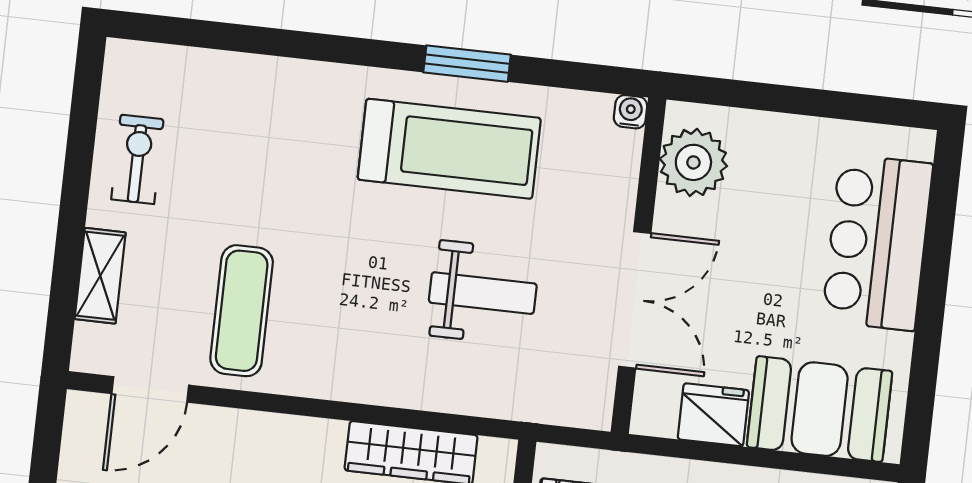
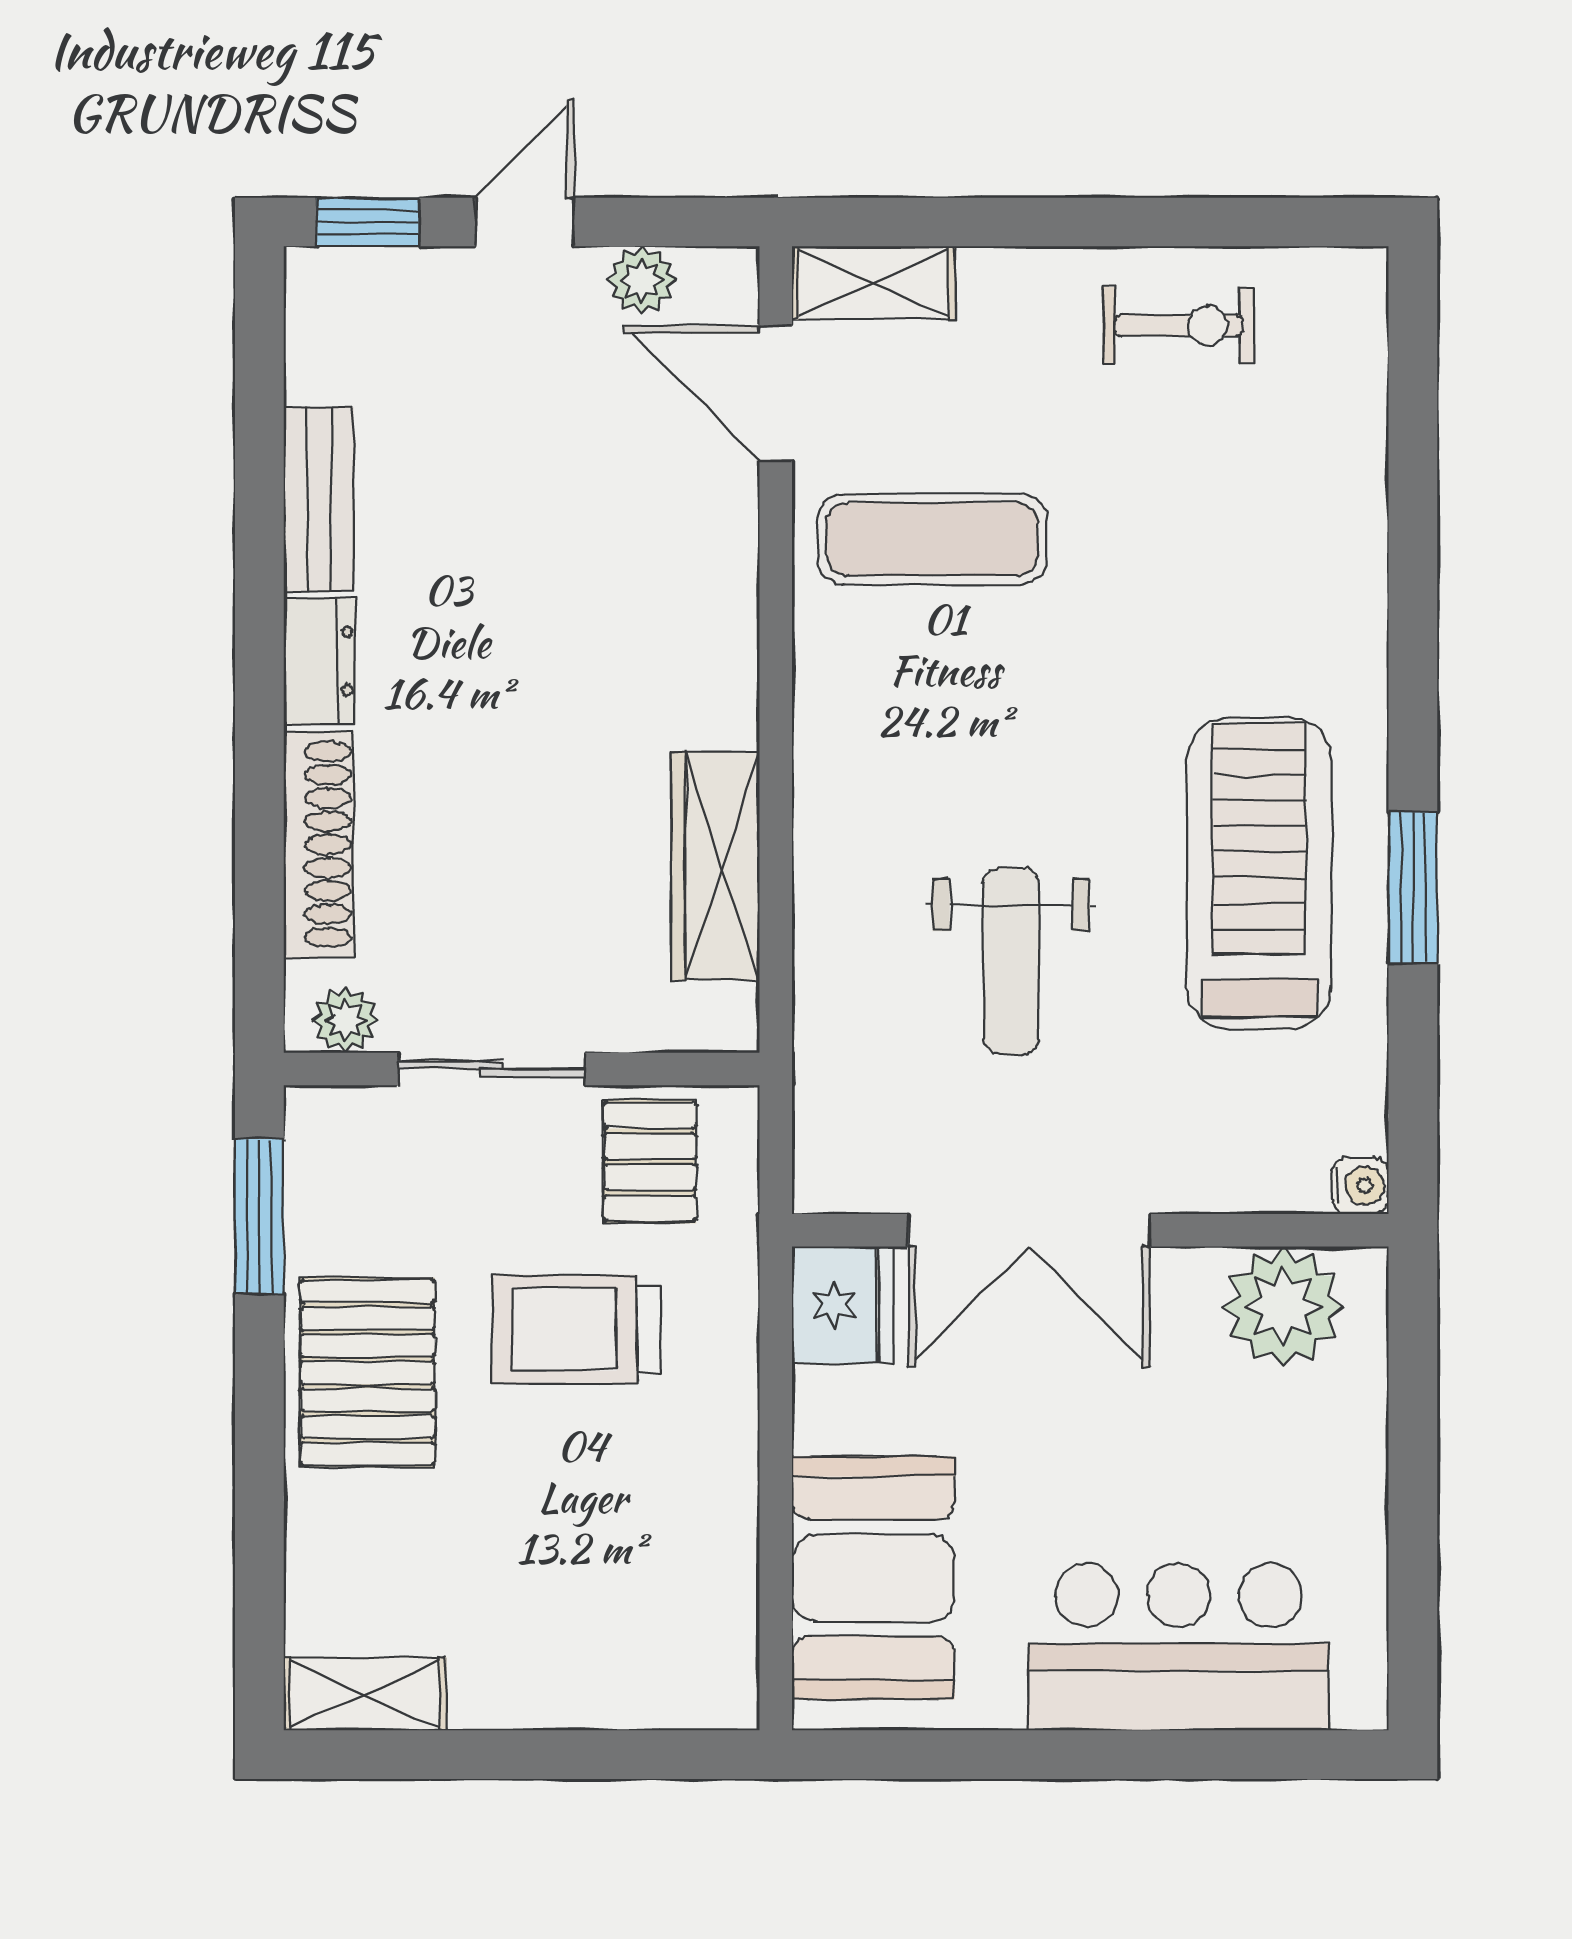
treadmill: (449, 149) -> (1259, 873), turned 180
shelving: (100, 276) -> (873, 283), moved
fridge: (713, 415) -> (842, 1305), moved
plant: (78, 457) -> (642, 280), added

